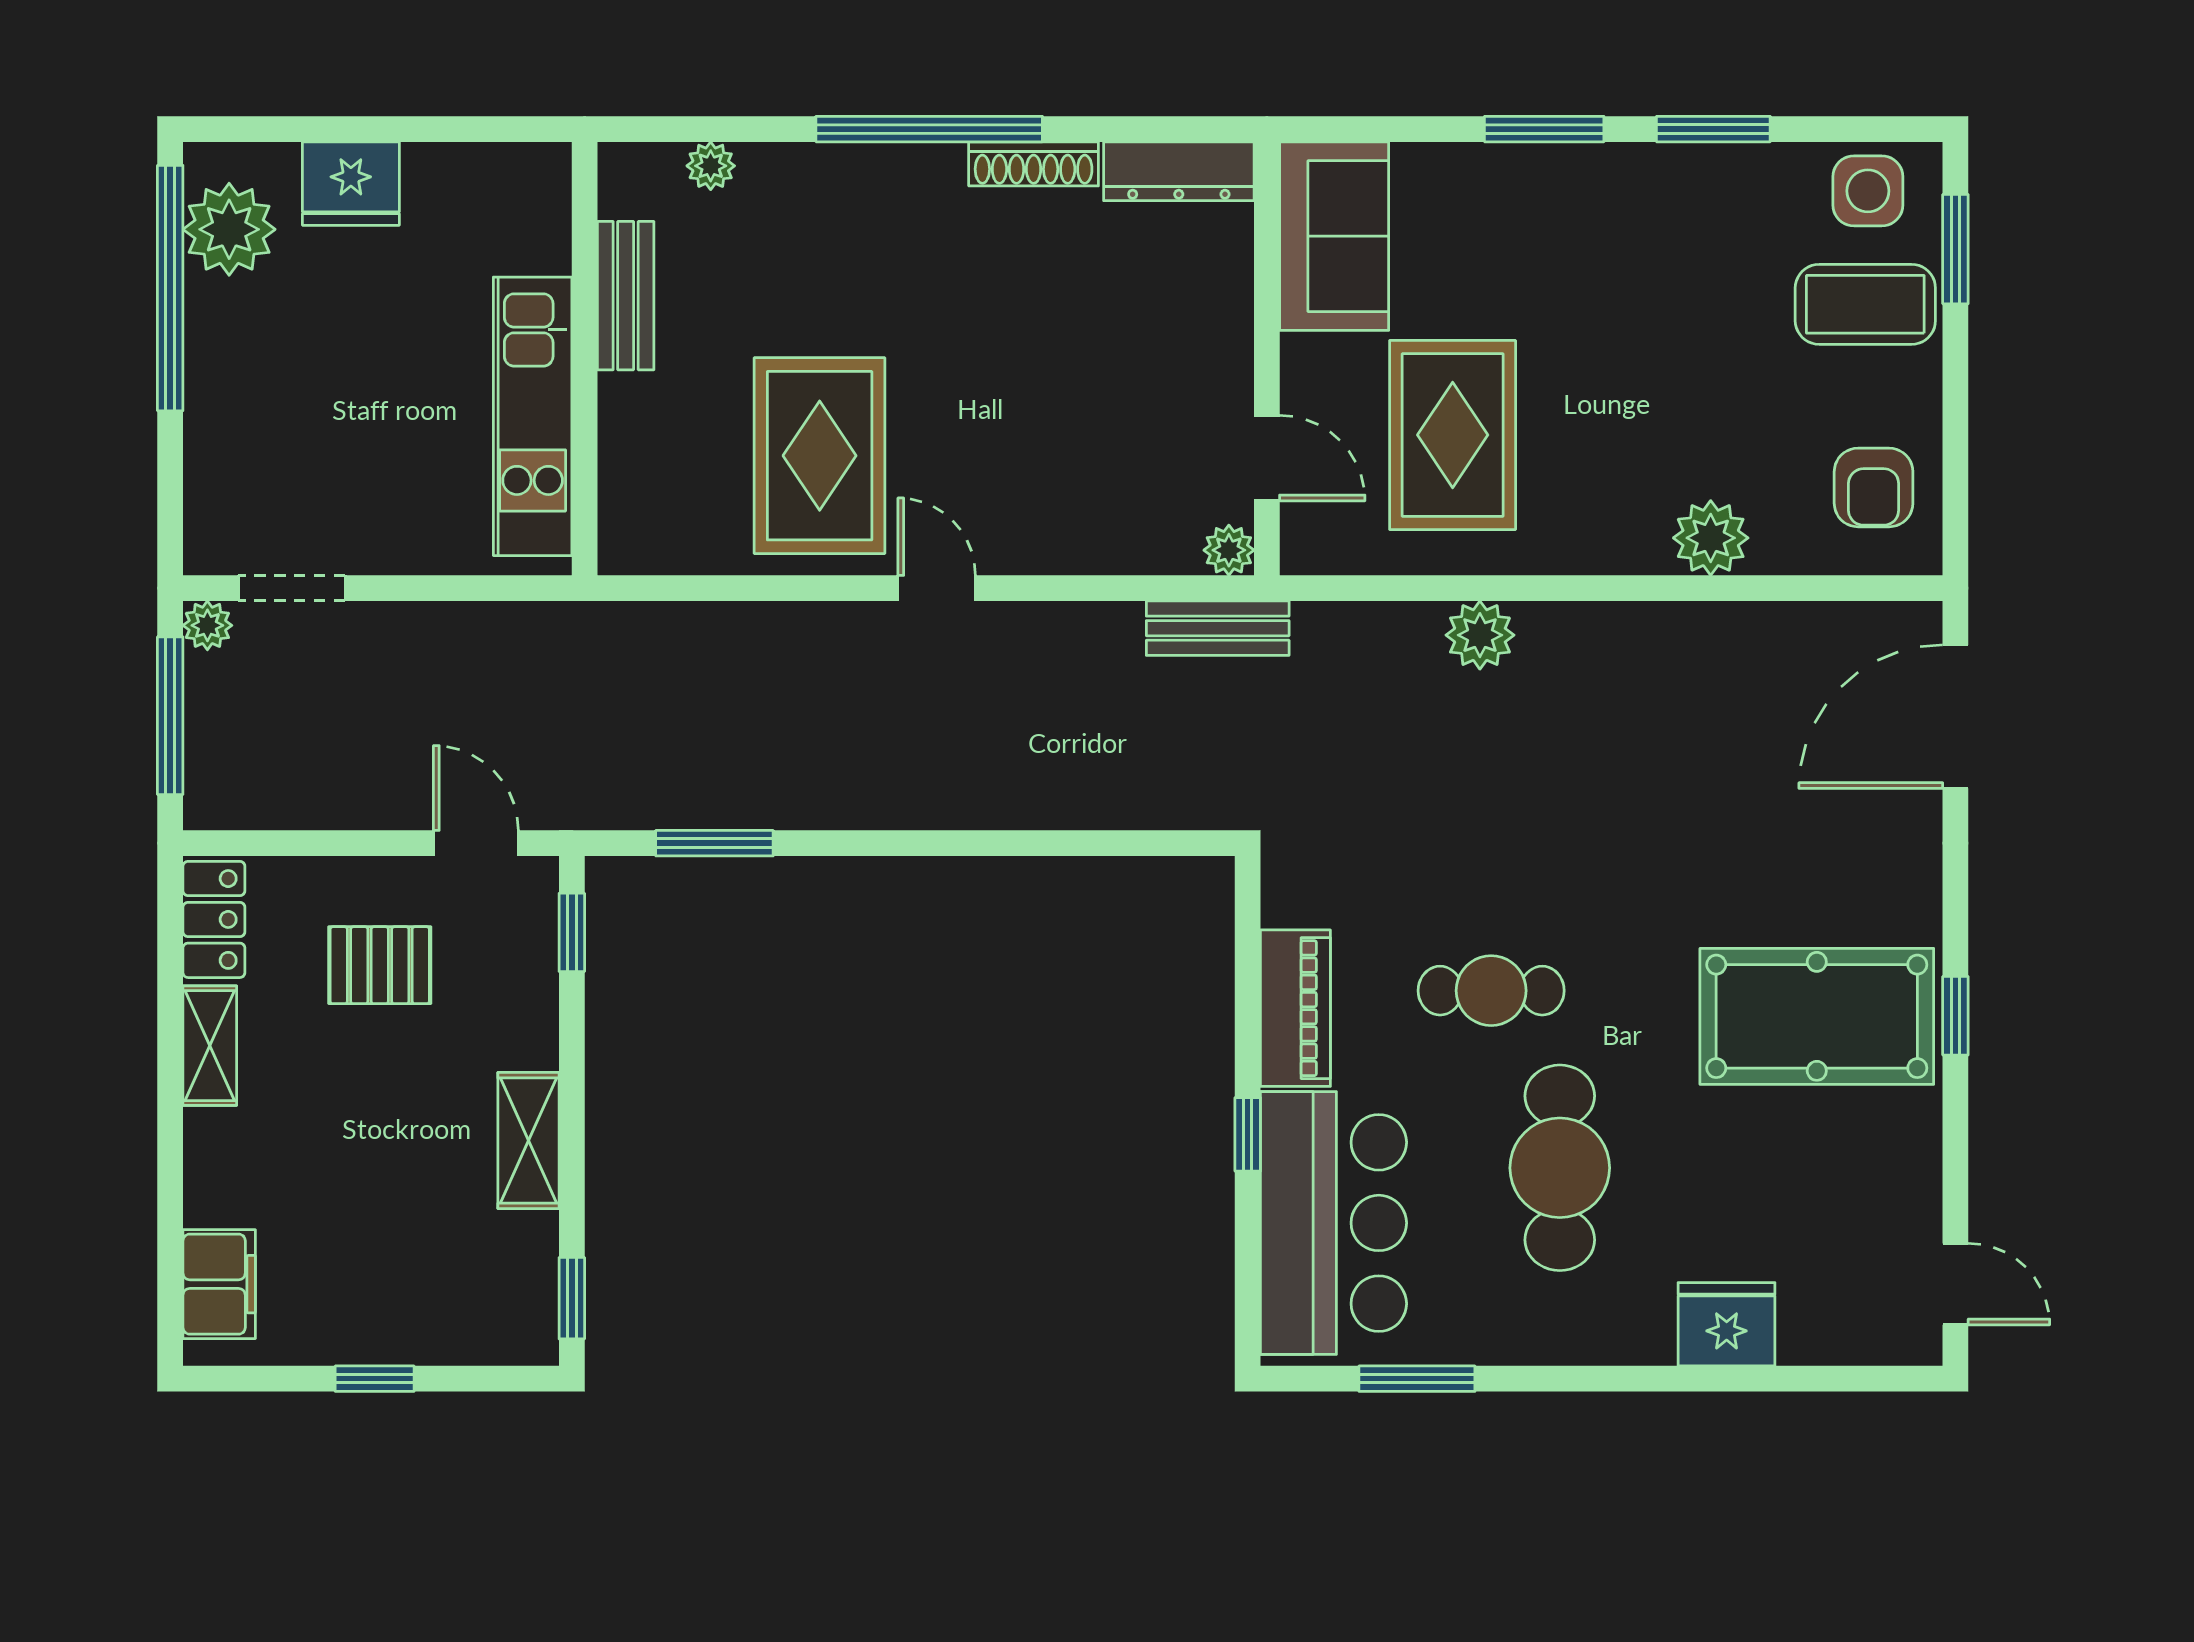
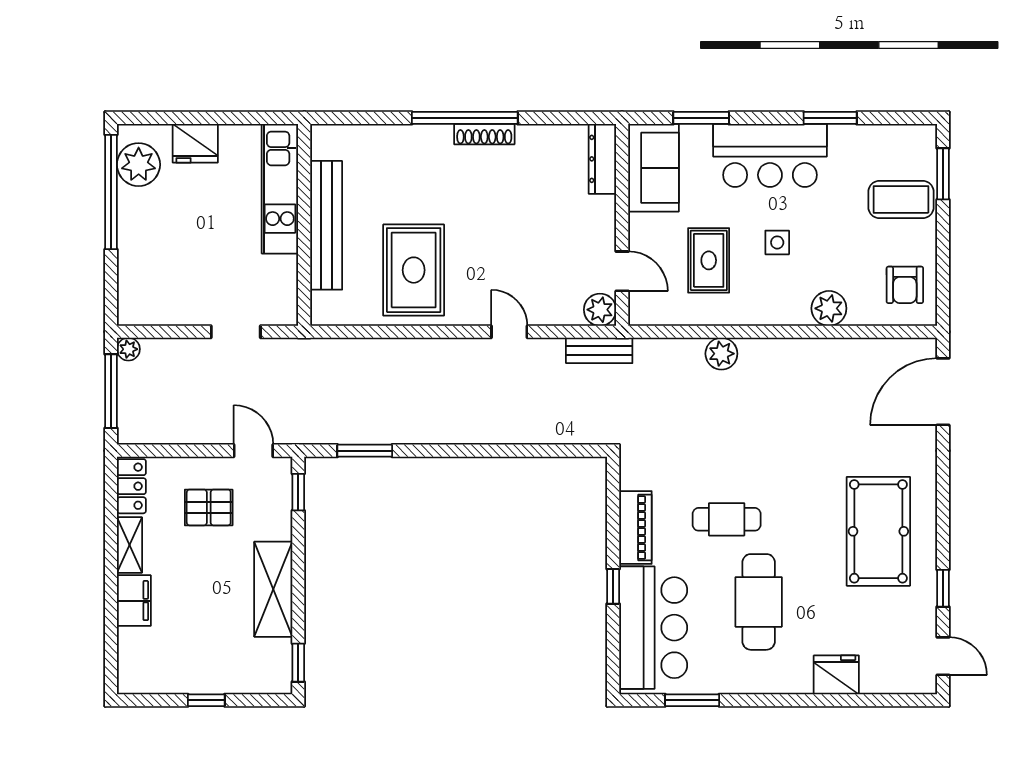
window: (1544, 129) -> (701, 118), moved
shoe rack: (1034, 164) -> (484, 134), moved
plant: (711, 166) -> (363, 135), removed
dresser: (1179, 171) -> (602, 159), moved, turned 90
side table: (1868, 191) -> (777, 242), moved, width x0.73, depth x0.73
bar counter: (1584, 210) -> (770, 155), added
bench: (626, 296) -> (326, 225), width x1.86, depth x1.21
kitchen unit: (533, 416) -> (280, 189), moved
rug: (1453, 435) -> (709, 260), width x0.73, depth x0.70
plant: (1229, 550) -> (600, 310), width x1.38, depth x1.38
doorway: (292, 588) -> (236, 332), moved
door: (937, 588) -> (509, 332), moved
pool table: (1817, 1016) -> (878, 531), turned 90
window: (1955, 1016) -> (943, 588), moved
shelving: (528, 1141) -> (273, 589), width x1.50, depth x1.33
filing cabinet: (219, 1284) -> (134, 601), moved

